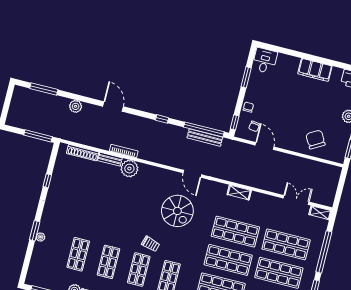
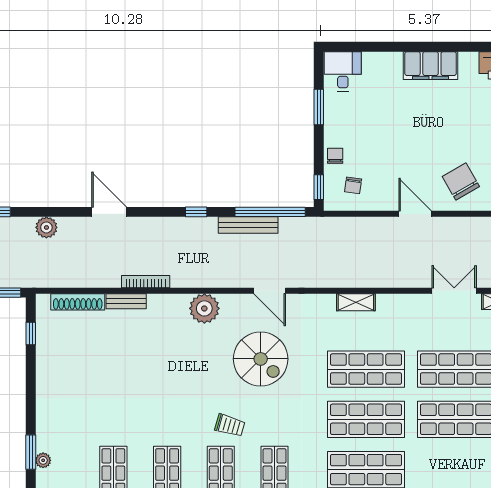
bench: (205, 138) -> (248, 225), moved
door: (265, 146) -> (415, 214), moved
plant: (129, 169) -> (204, 308), moved
window: (47, 181) -> (31, 333), moved

